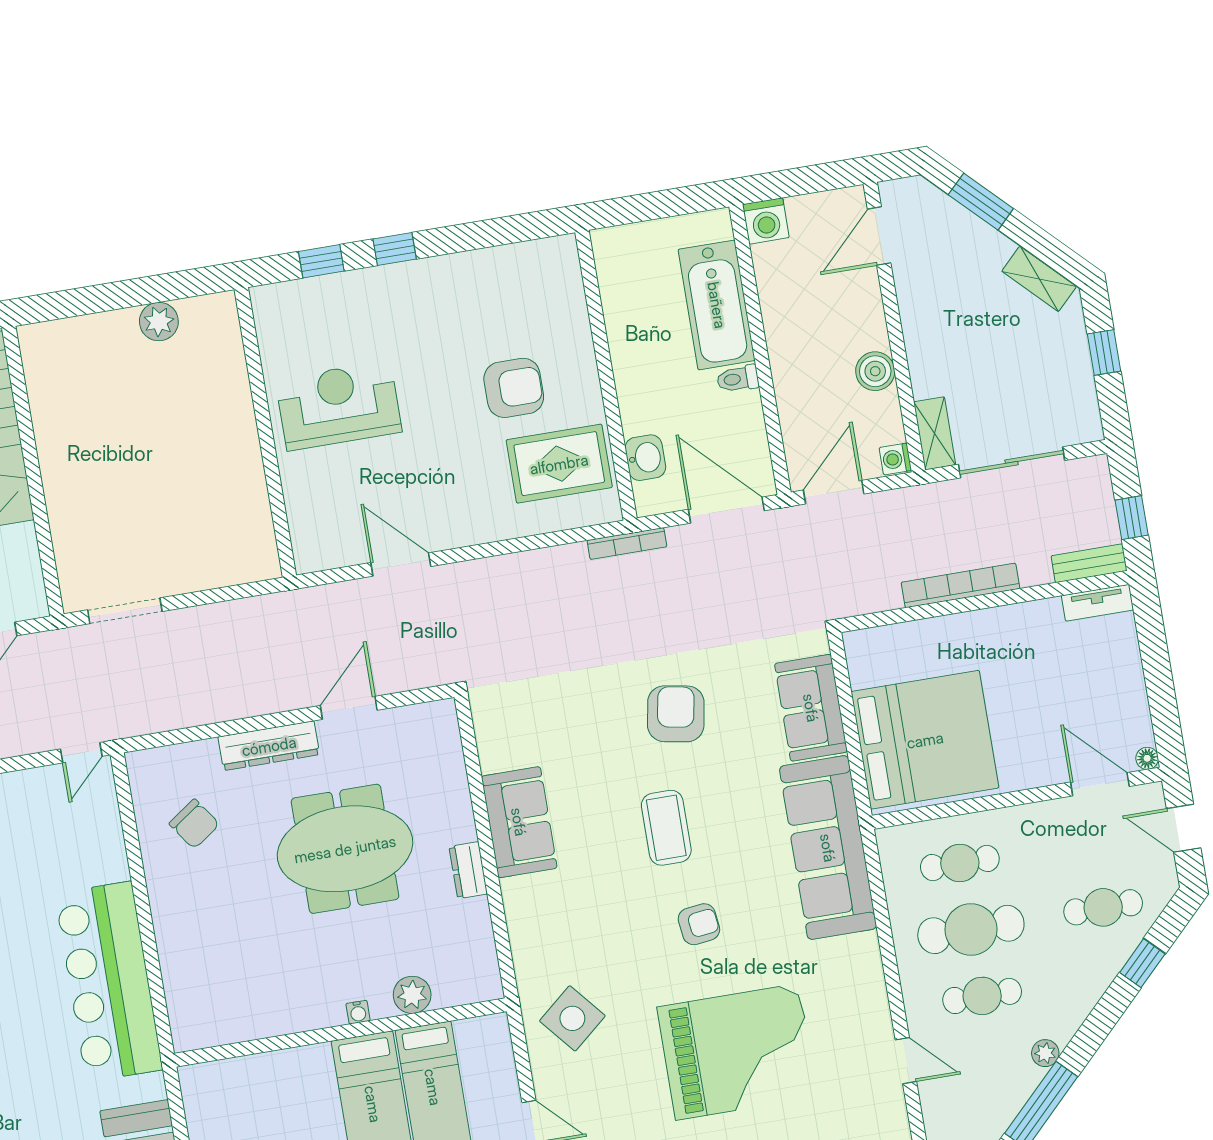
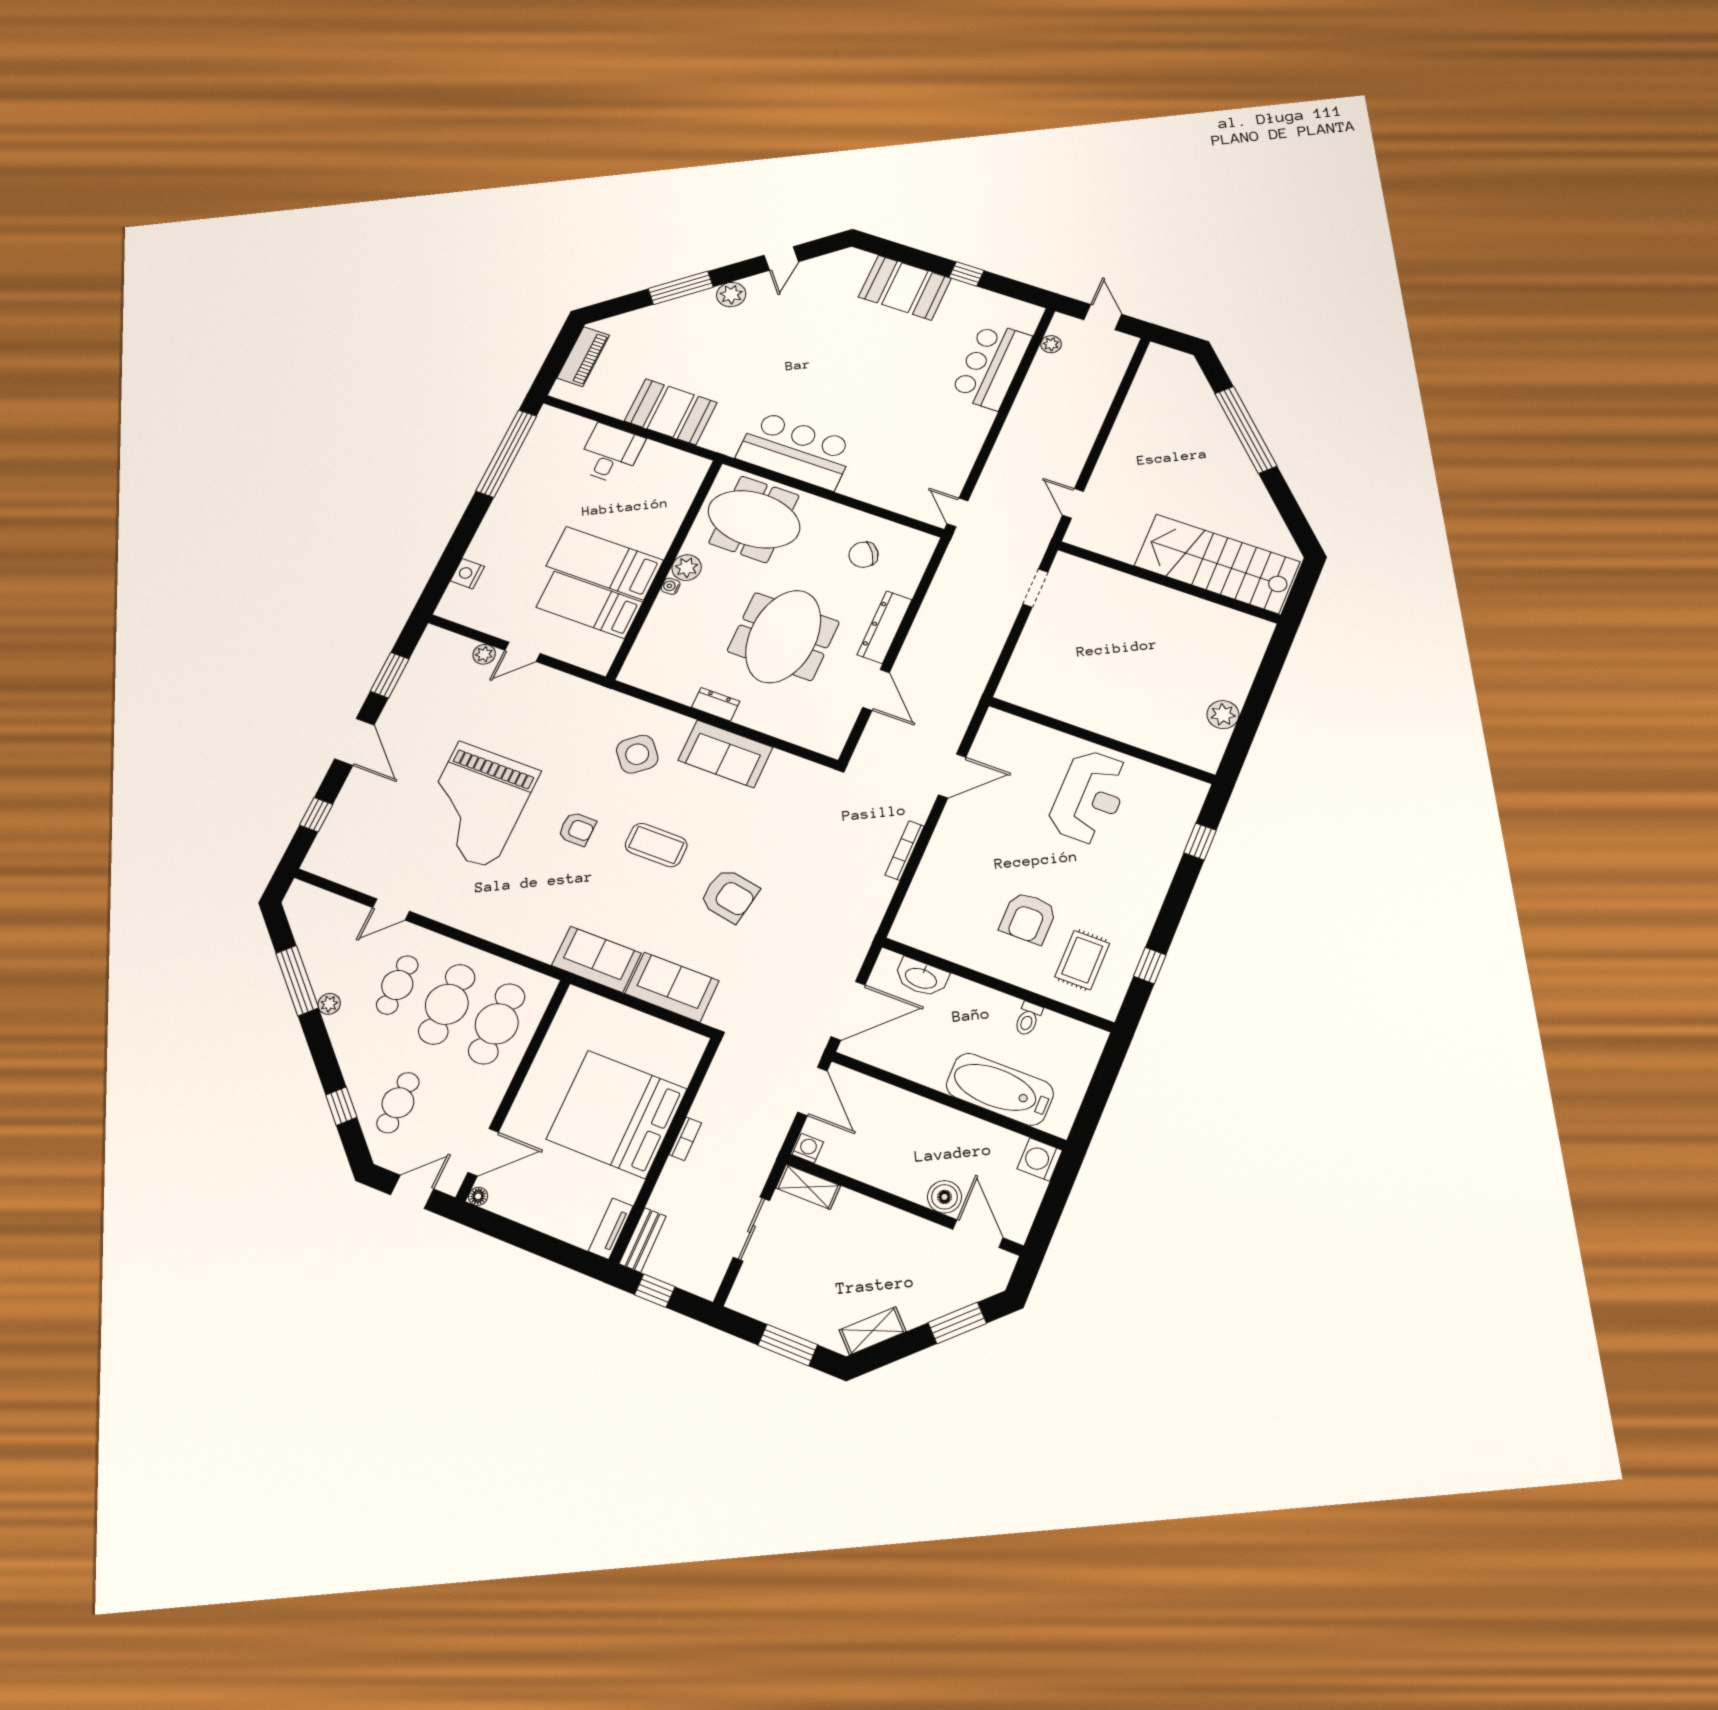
window: (395, 249) -> (1150, 966), moved
window: (1104, 352) -> (788, 1345), width x1.50
boiler: (875, 371) -> (944, 1197), moved
toilet: (738, 379) -> (1028, 1019), moved, turned 180
washbasin: (645, 458) -> (921, 978), width x1.38
sliding door: (1012, 462) -> (751, 1229), width x0.73
rug: (559, 464) -> (1082, 960), moved, width x0.73, depth x0.70
bookcase: (627, 543) -> (905, 851), moved
bookcase: (960, 585) -> (685, 1139), width x0.43, depth x0.76
doorway: (125, 611) -> (1035, 588), width x0.73
bed: (925, 740) -> (617, 1114), moved, turned 90
sofa: (828, 848) -> (596, 959), width x0.54, depth x0.79
cafe table: (960, 863) -> (497, 1024), width x1.37, depth x1.35
armchair: (699, 924) -> (577, 829), turned -83
meeting table: (222, 973) -> (754, 519), added
bar counter: (109, 982) -> (796, 451), width x0.73
plant: (412, 995) -> (687, 568), moved
side table: (572, 1018) -> (637, 754), moved

